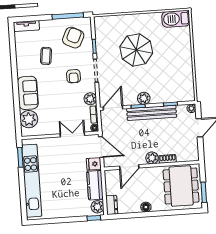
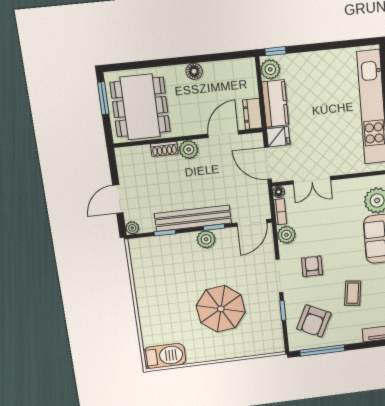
dresser: (112, 205) -> (252, 114), moved

